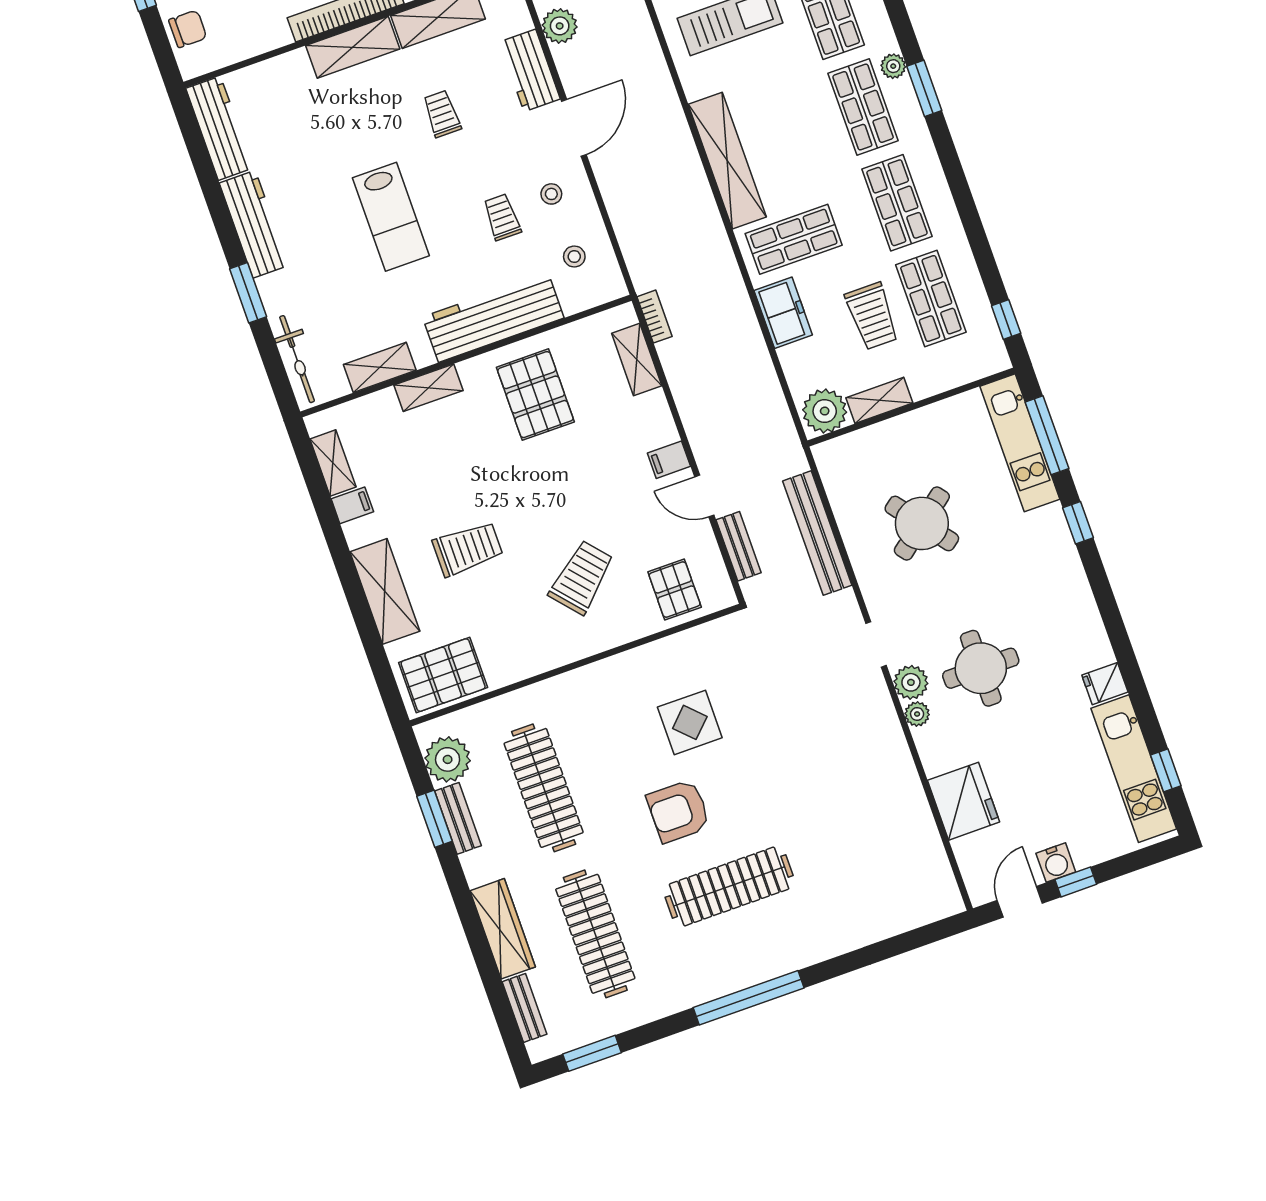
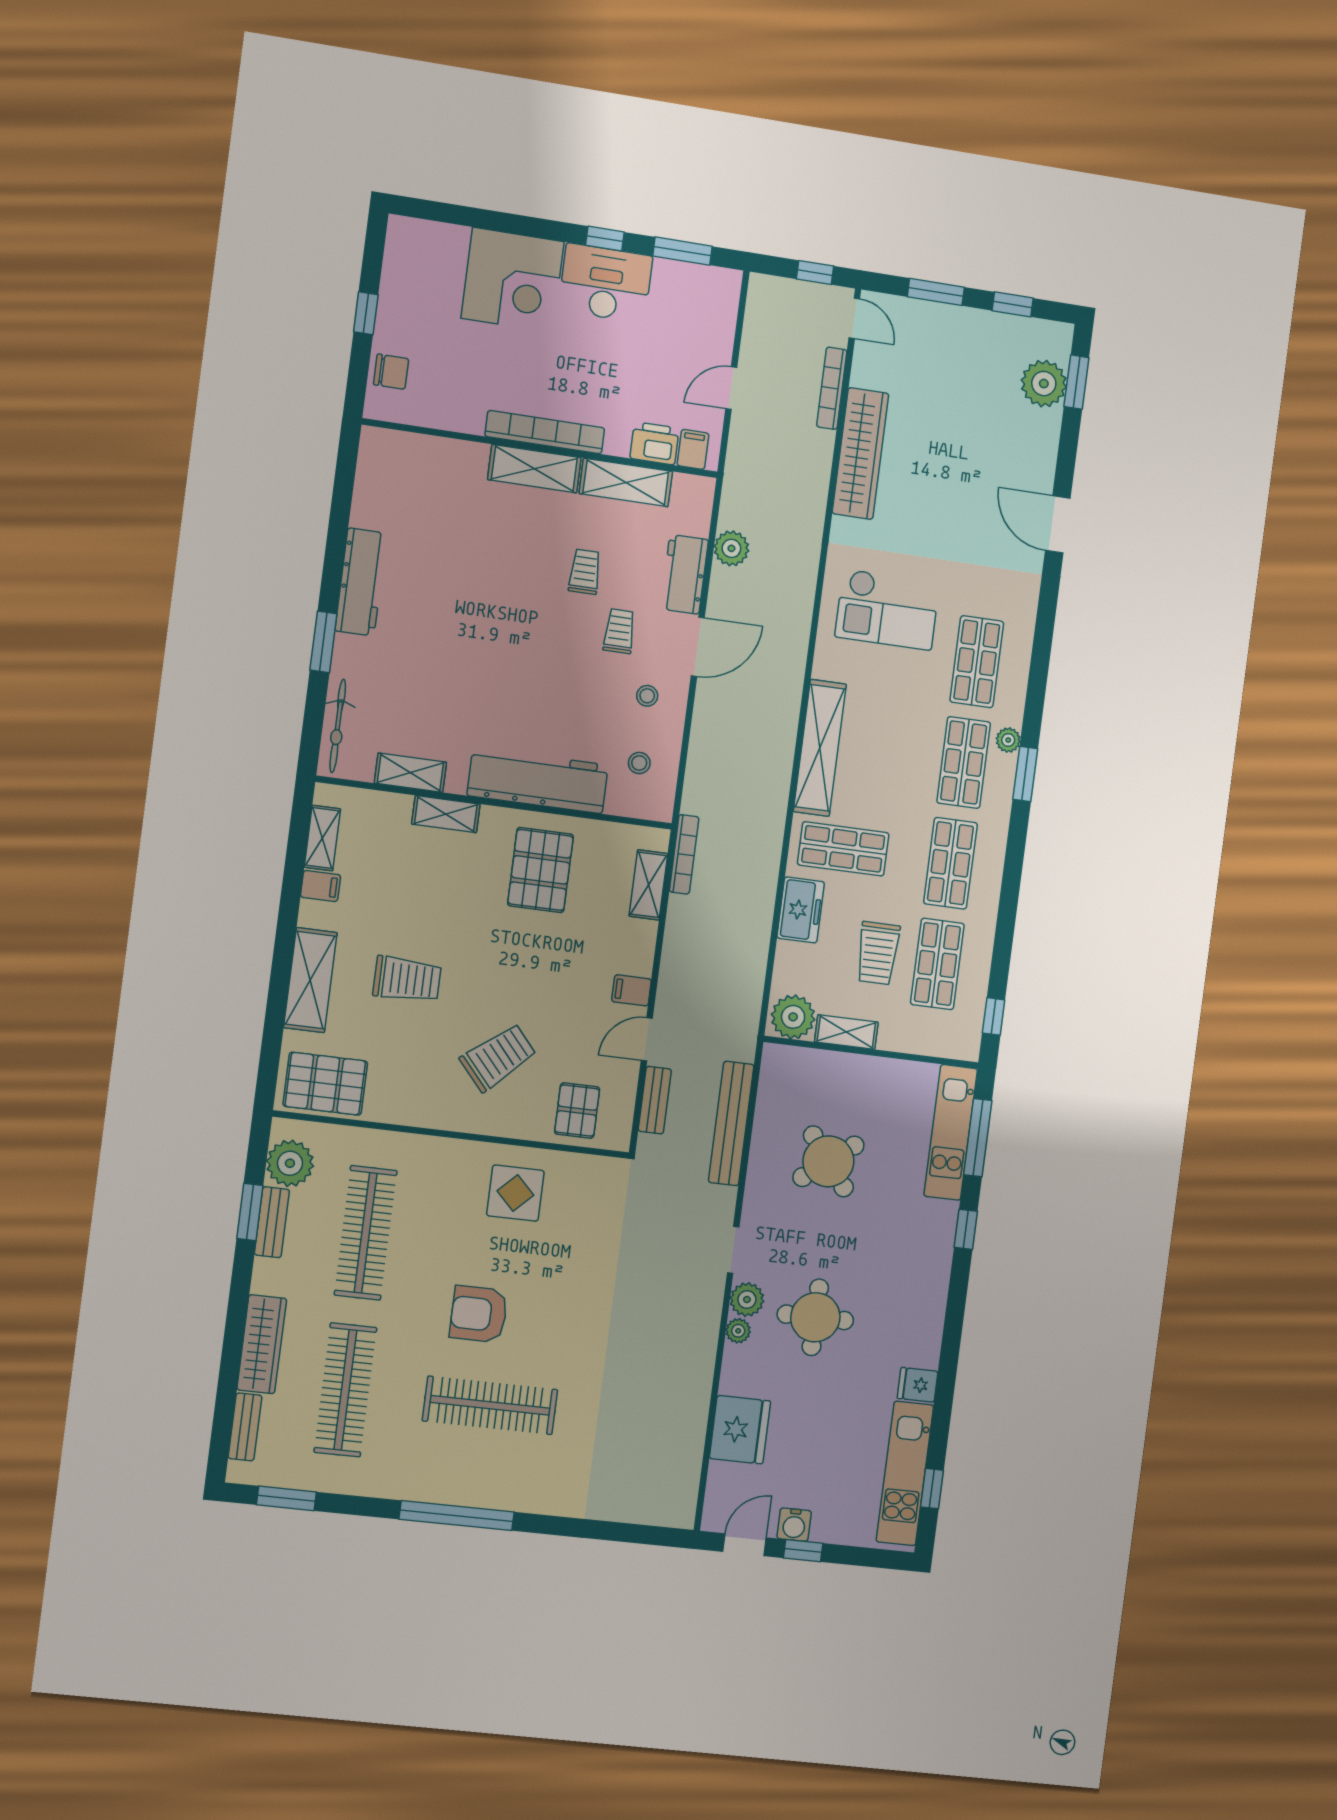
workbench: (219, 128) -> (374, 478), removed
lab bench: (391, 217) -> (491, 641), removed
trolley: (502, 217) -> (619, 631), moved
bookcase: (655, 317) -> (684, 854), width x1.56
door: (704, 496) -> (647, 1039), hinge flipped
display table: (690, 722) -> (515, 1193), moved

